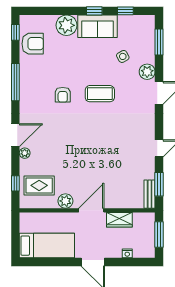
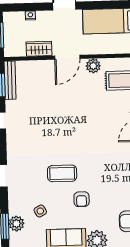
plant: (147, 72) -> (16, 224), moved
armchair: (63, 95) -> (82, 199), moved, turned 180
bench: (150, 194) -> (10, 80), width x1.36

